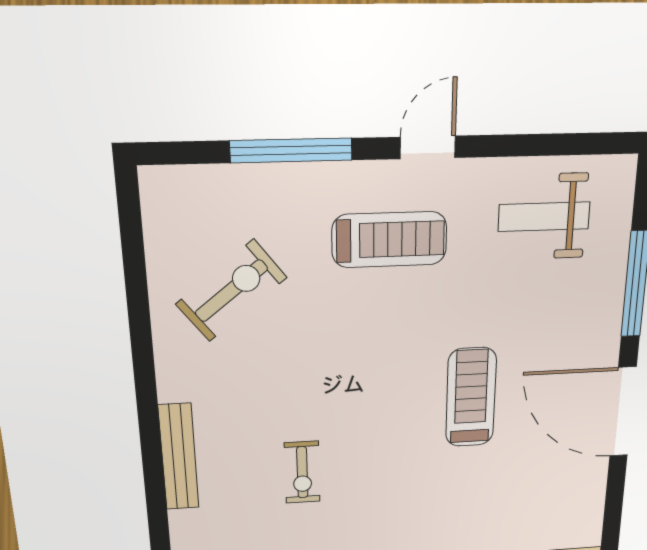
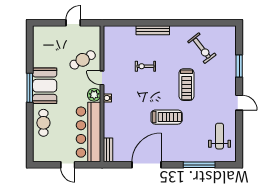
window: (291, 150) -> (239, 66), width x0.69
treadmill: (389, 240) -> (187, 85), moved
door: (623, 412) -> (147, 165), moved

